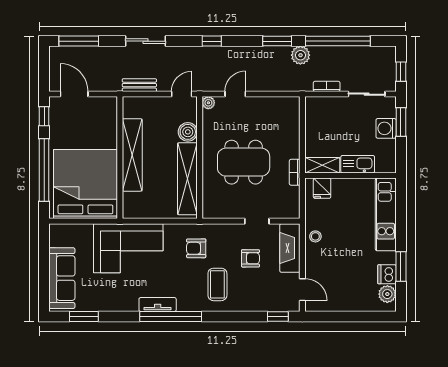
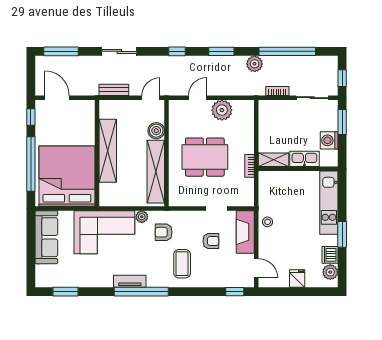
window: (277, 41) -> (221, 51), moved
plant: (208, 103) -> (222, 110), moved, width x1.87, depth x1.87
washing machine: (386, 128) -> (329, 140), moved
fridge: (322, 188) -> (297, 278), moved, turned 180
plant: (171, 231) -> (142, 217), added
window: (401, 267) -> (342, 234), moved
sofa: (62, 278) -> (46, 237), moved

